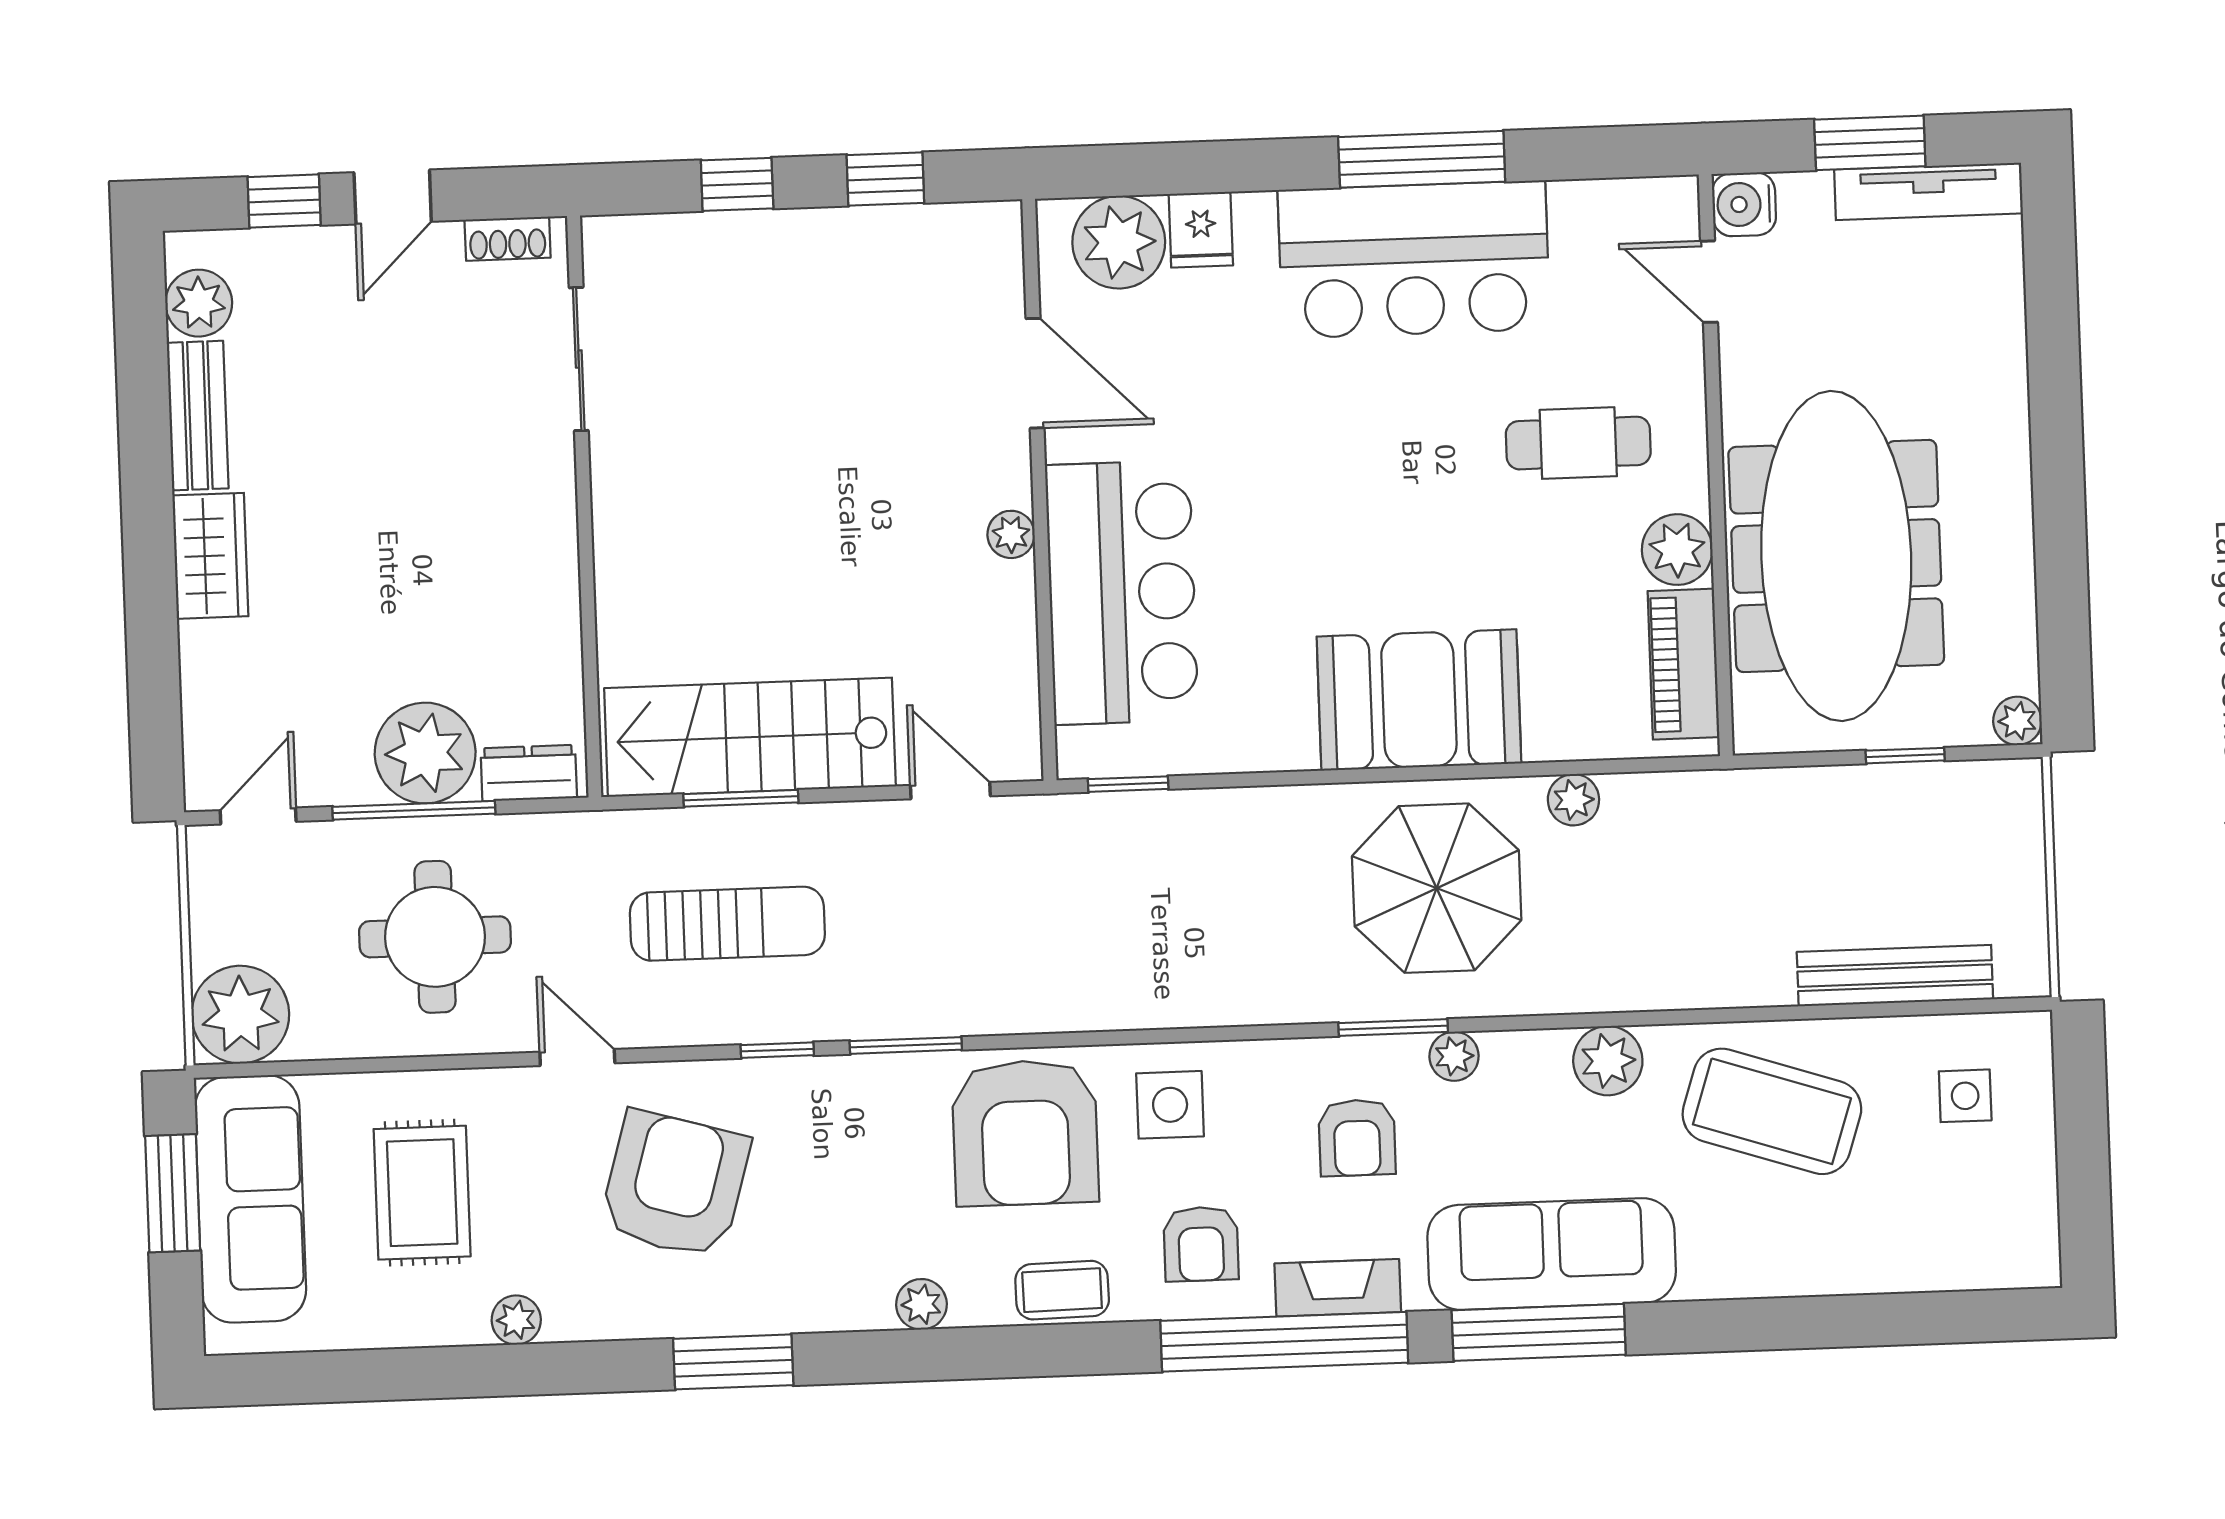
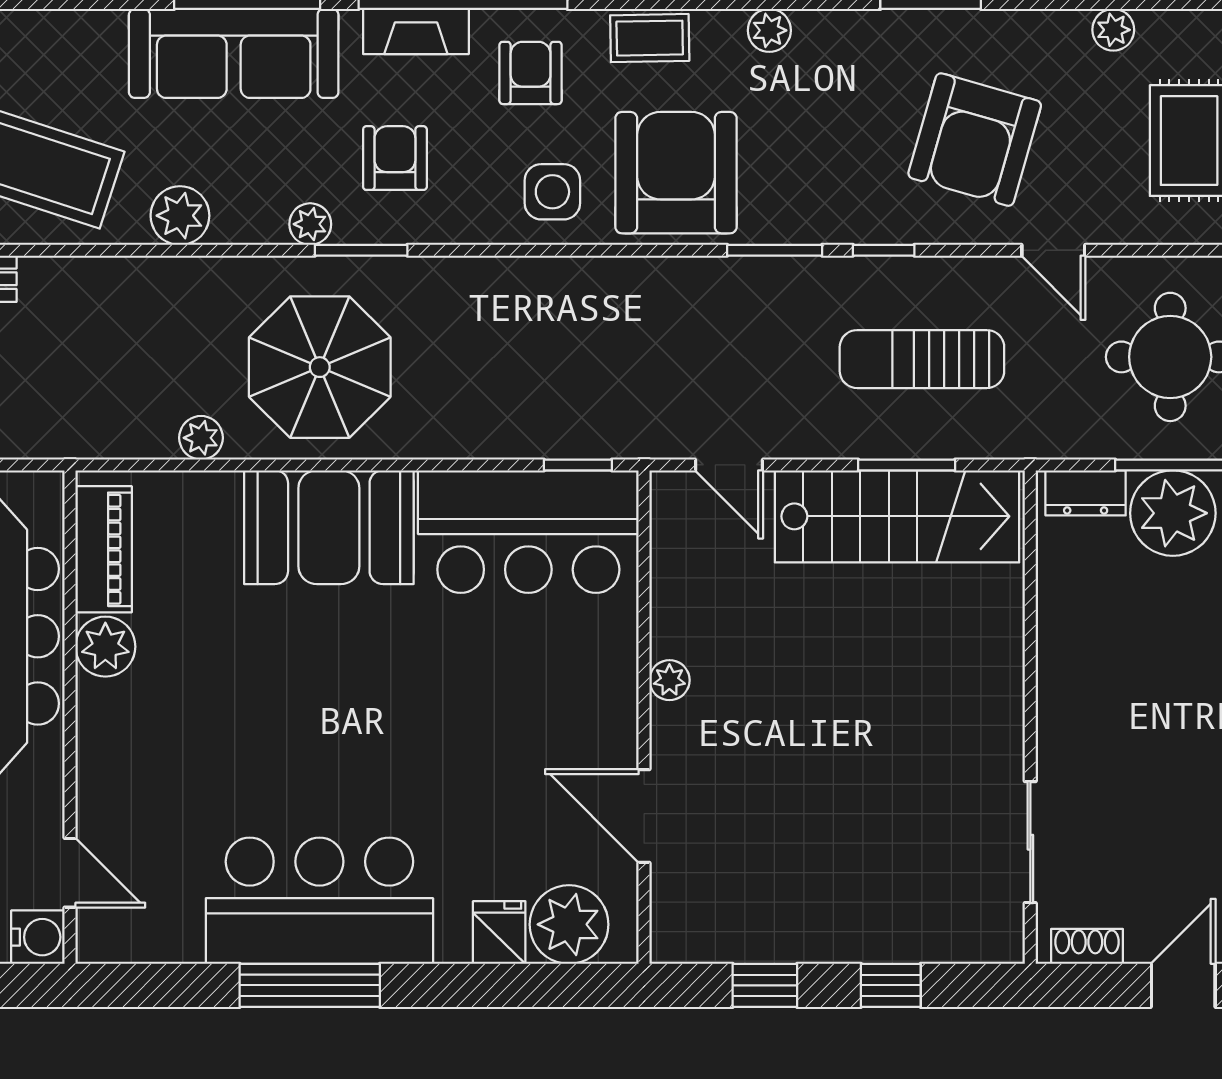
cafe table: (1578, 443) -> (186, 740), removed
bar counter: (1122, 593) -> (528, 532), moved, turned -90

